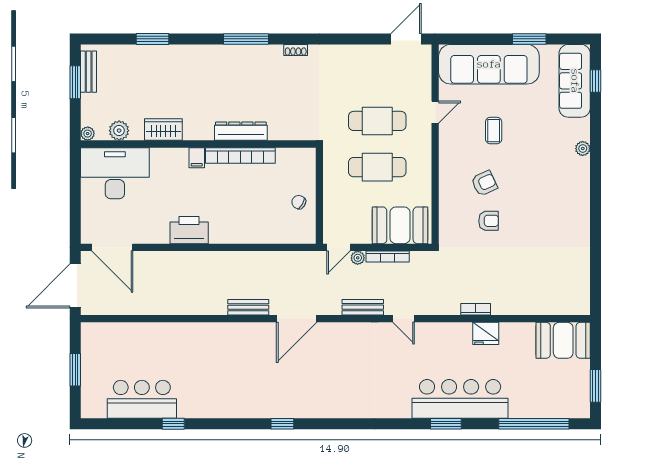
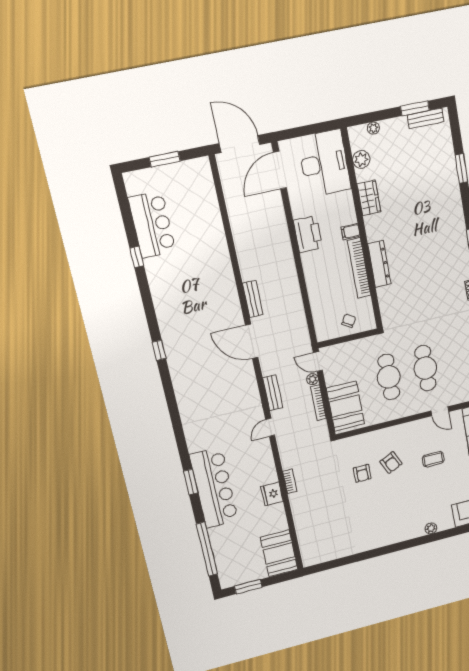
wardrobe: (163, 130) -> (369, 198), moved
plant: (119, 131) -> (361, 160), moved
dresser: (241, 131) -> (379, 264), moved
wall: (198, 144) -> (362, 230), moved
bookcase: (240, 155) -> (359, 268), moved
filing cabinet: (197, 158) -> (351, 232), moved
desk: (115, 173) -> (324, 163), moved

